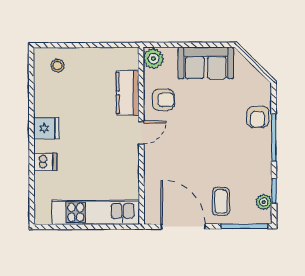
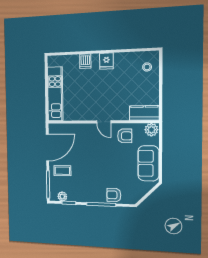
kitchen counter: (128, 93) -> (144, 113), moved
armchair: (163, 100) -> (125, 136), turned -90

